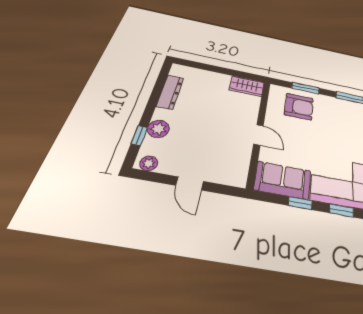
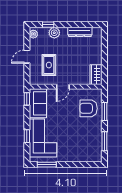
armchair: (299, 107) -> (89, 108), turned 90
rug: (216, 149) -> (49, 65), added
window: (300, 203) -> (27, 99), moved

